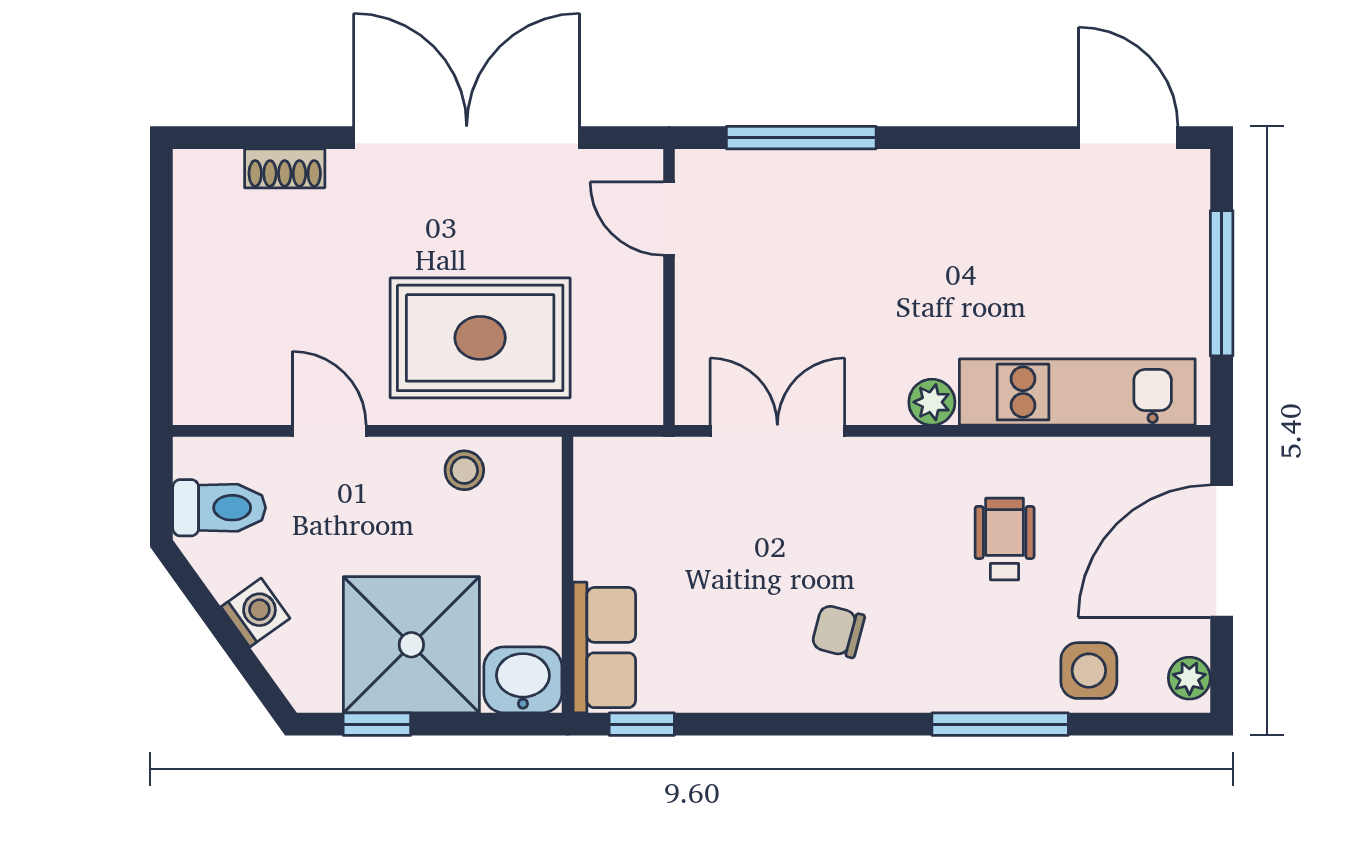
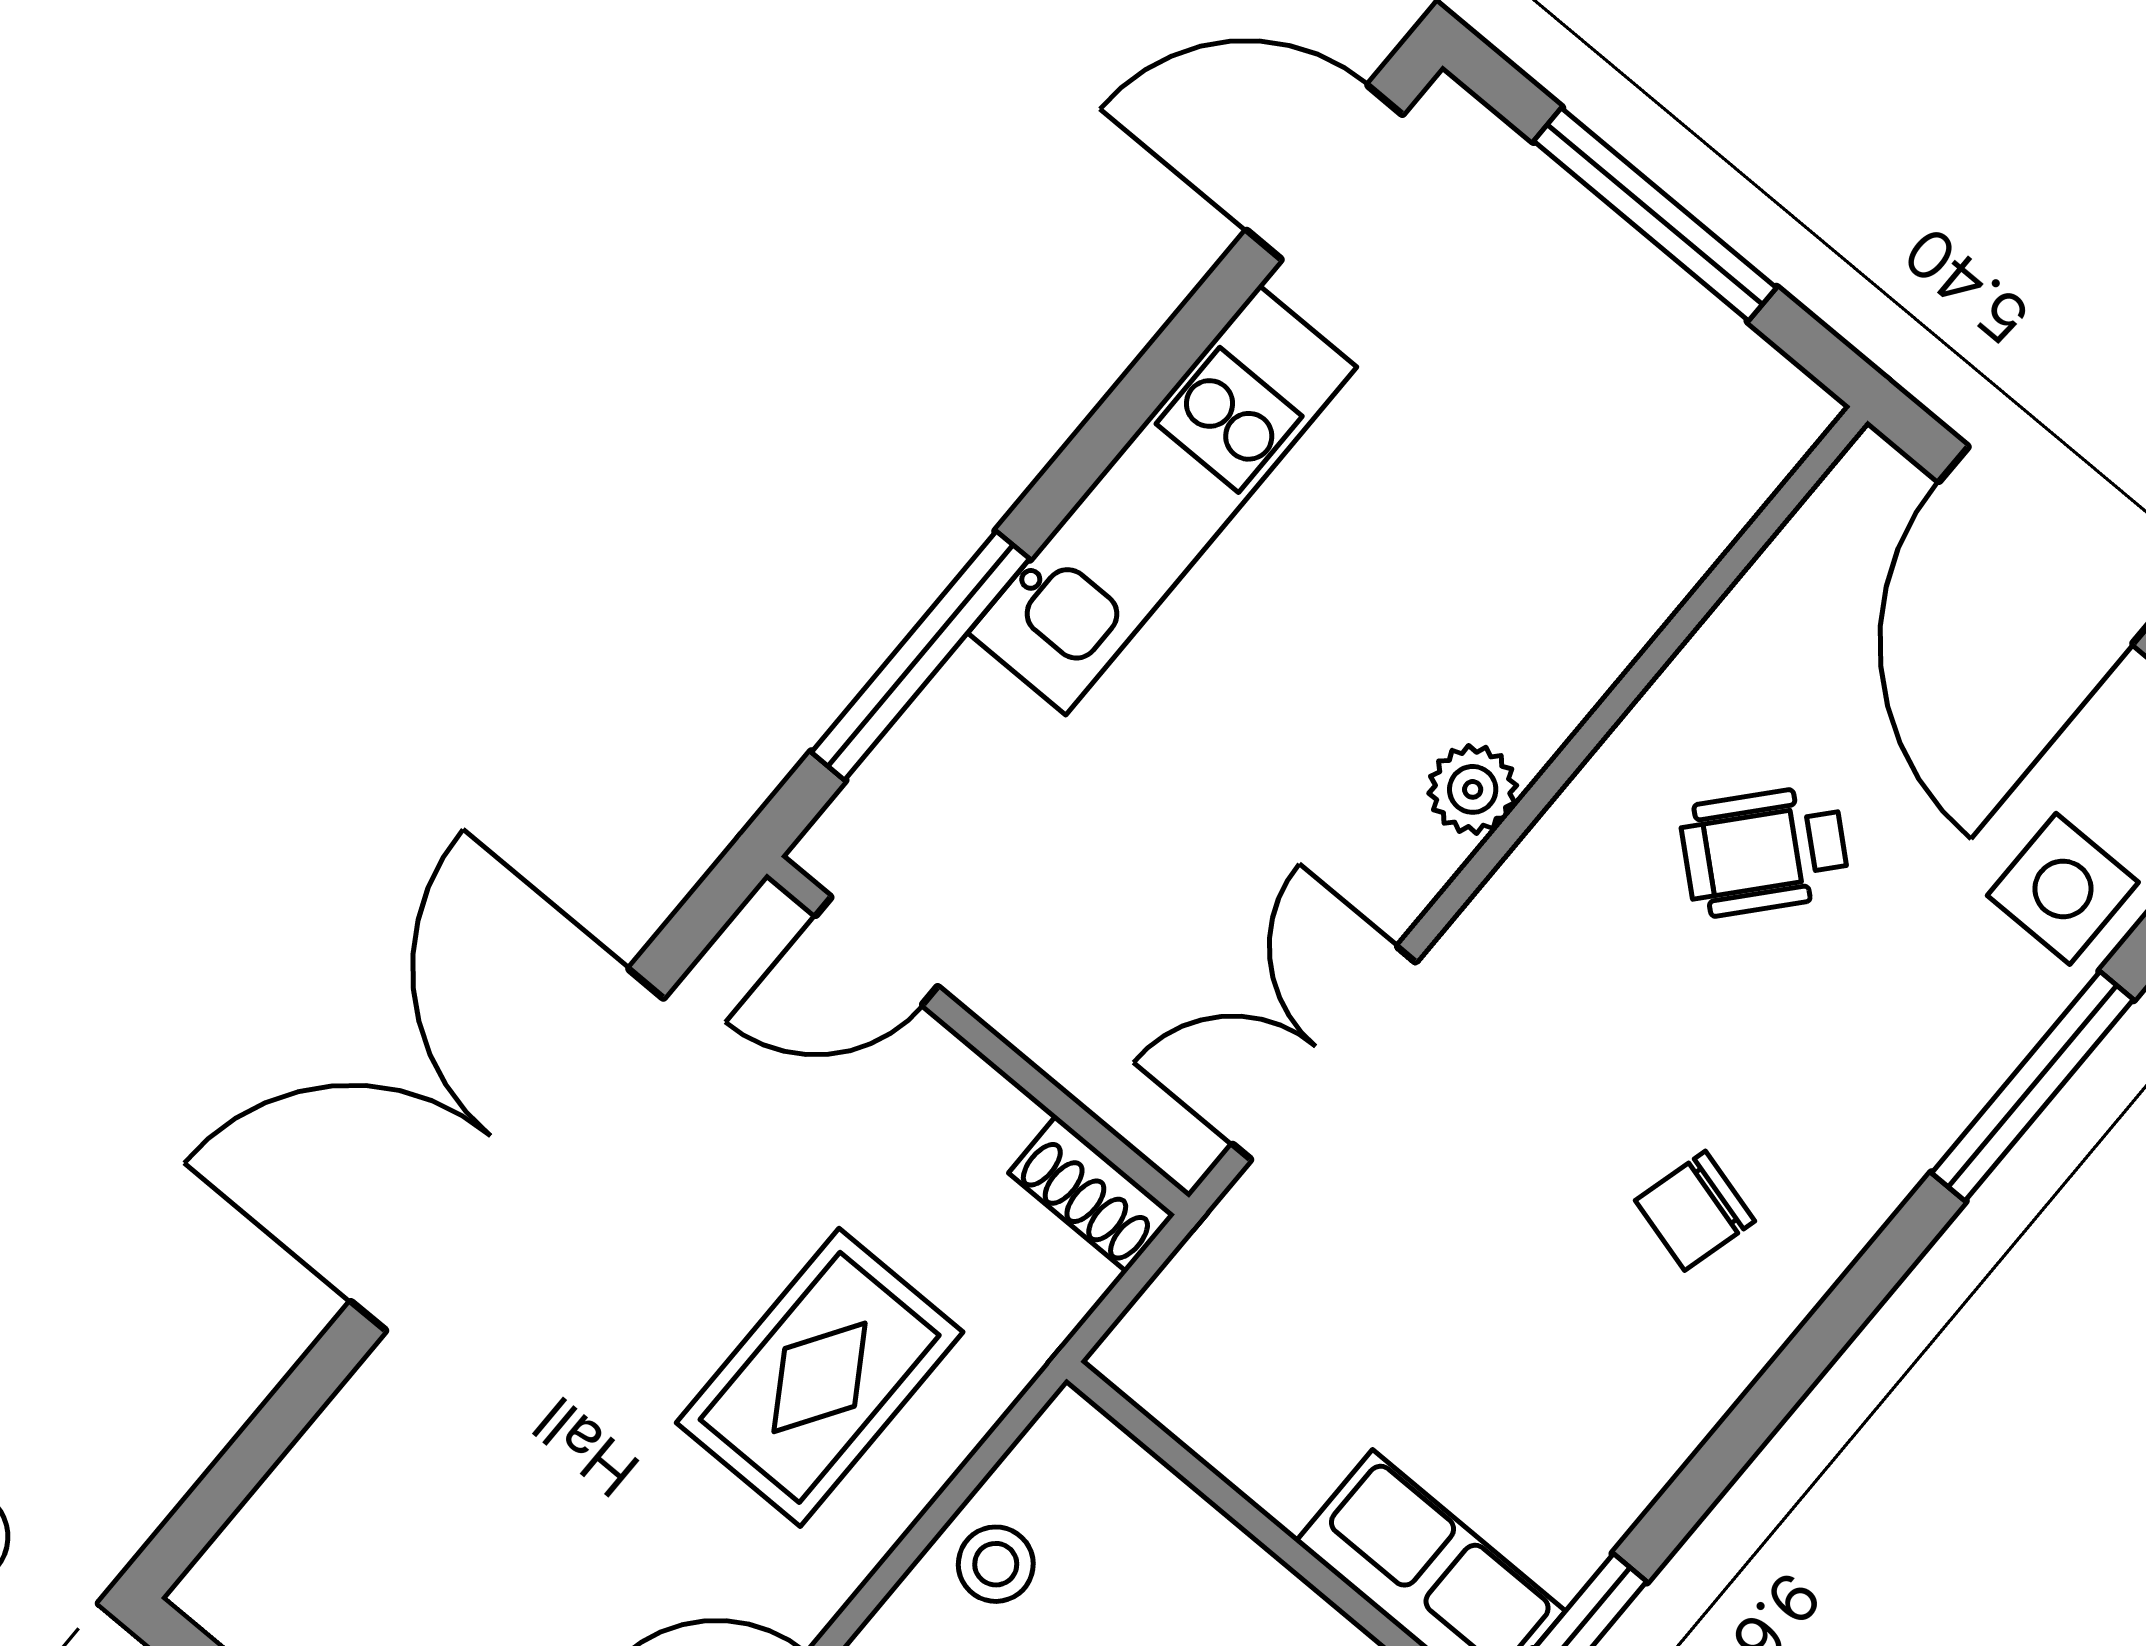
shoe rack: (285, 168) -> (1092, 1194), moved, turned 90
rug: (480, 338) -> (820, 1377), width x0.73, depth x0.70
kitchen unit: (1077, 392) -> (1162, 500), moved, turned 180
wheelchair: (1005, 539) -> (1765, 851), turned -49

